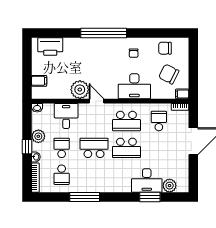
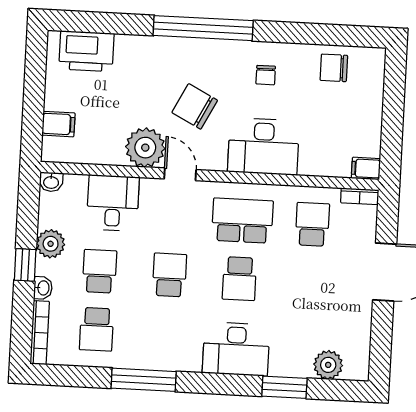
chair: (169, 74) -> (195, 106), moved
school desk: (126, 121) -> (242, 221), turned 180
school desk: (94, 148) -> (169, 275), width x0.54
school desk: (126, 148) -> (239, 279), width x0.54
desk: (147, 180) -> (236, 349), moved

